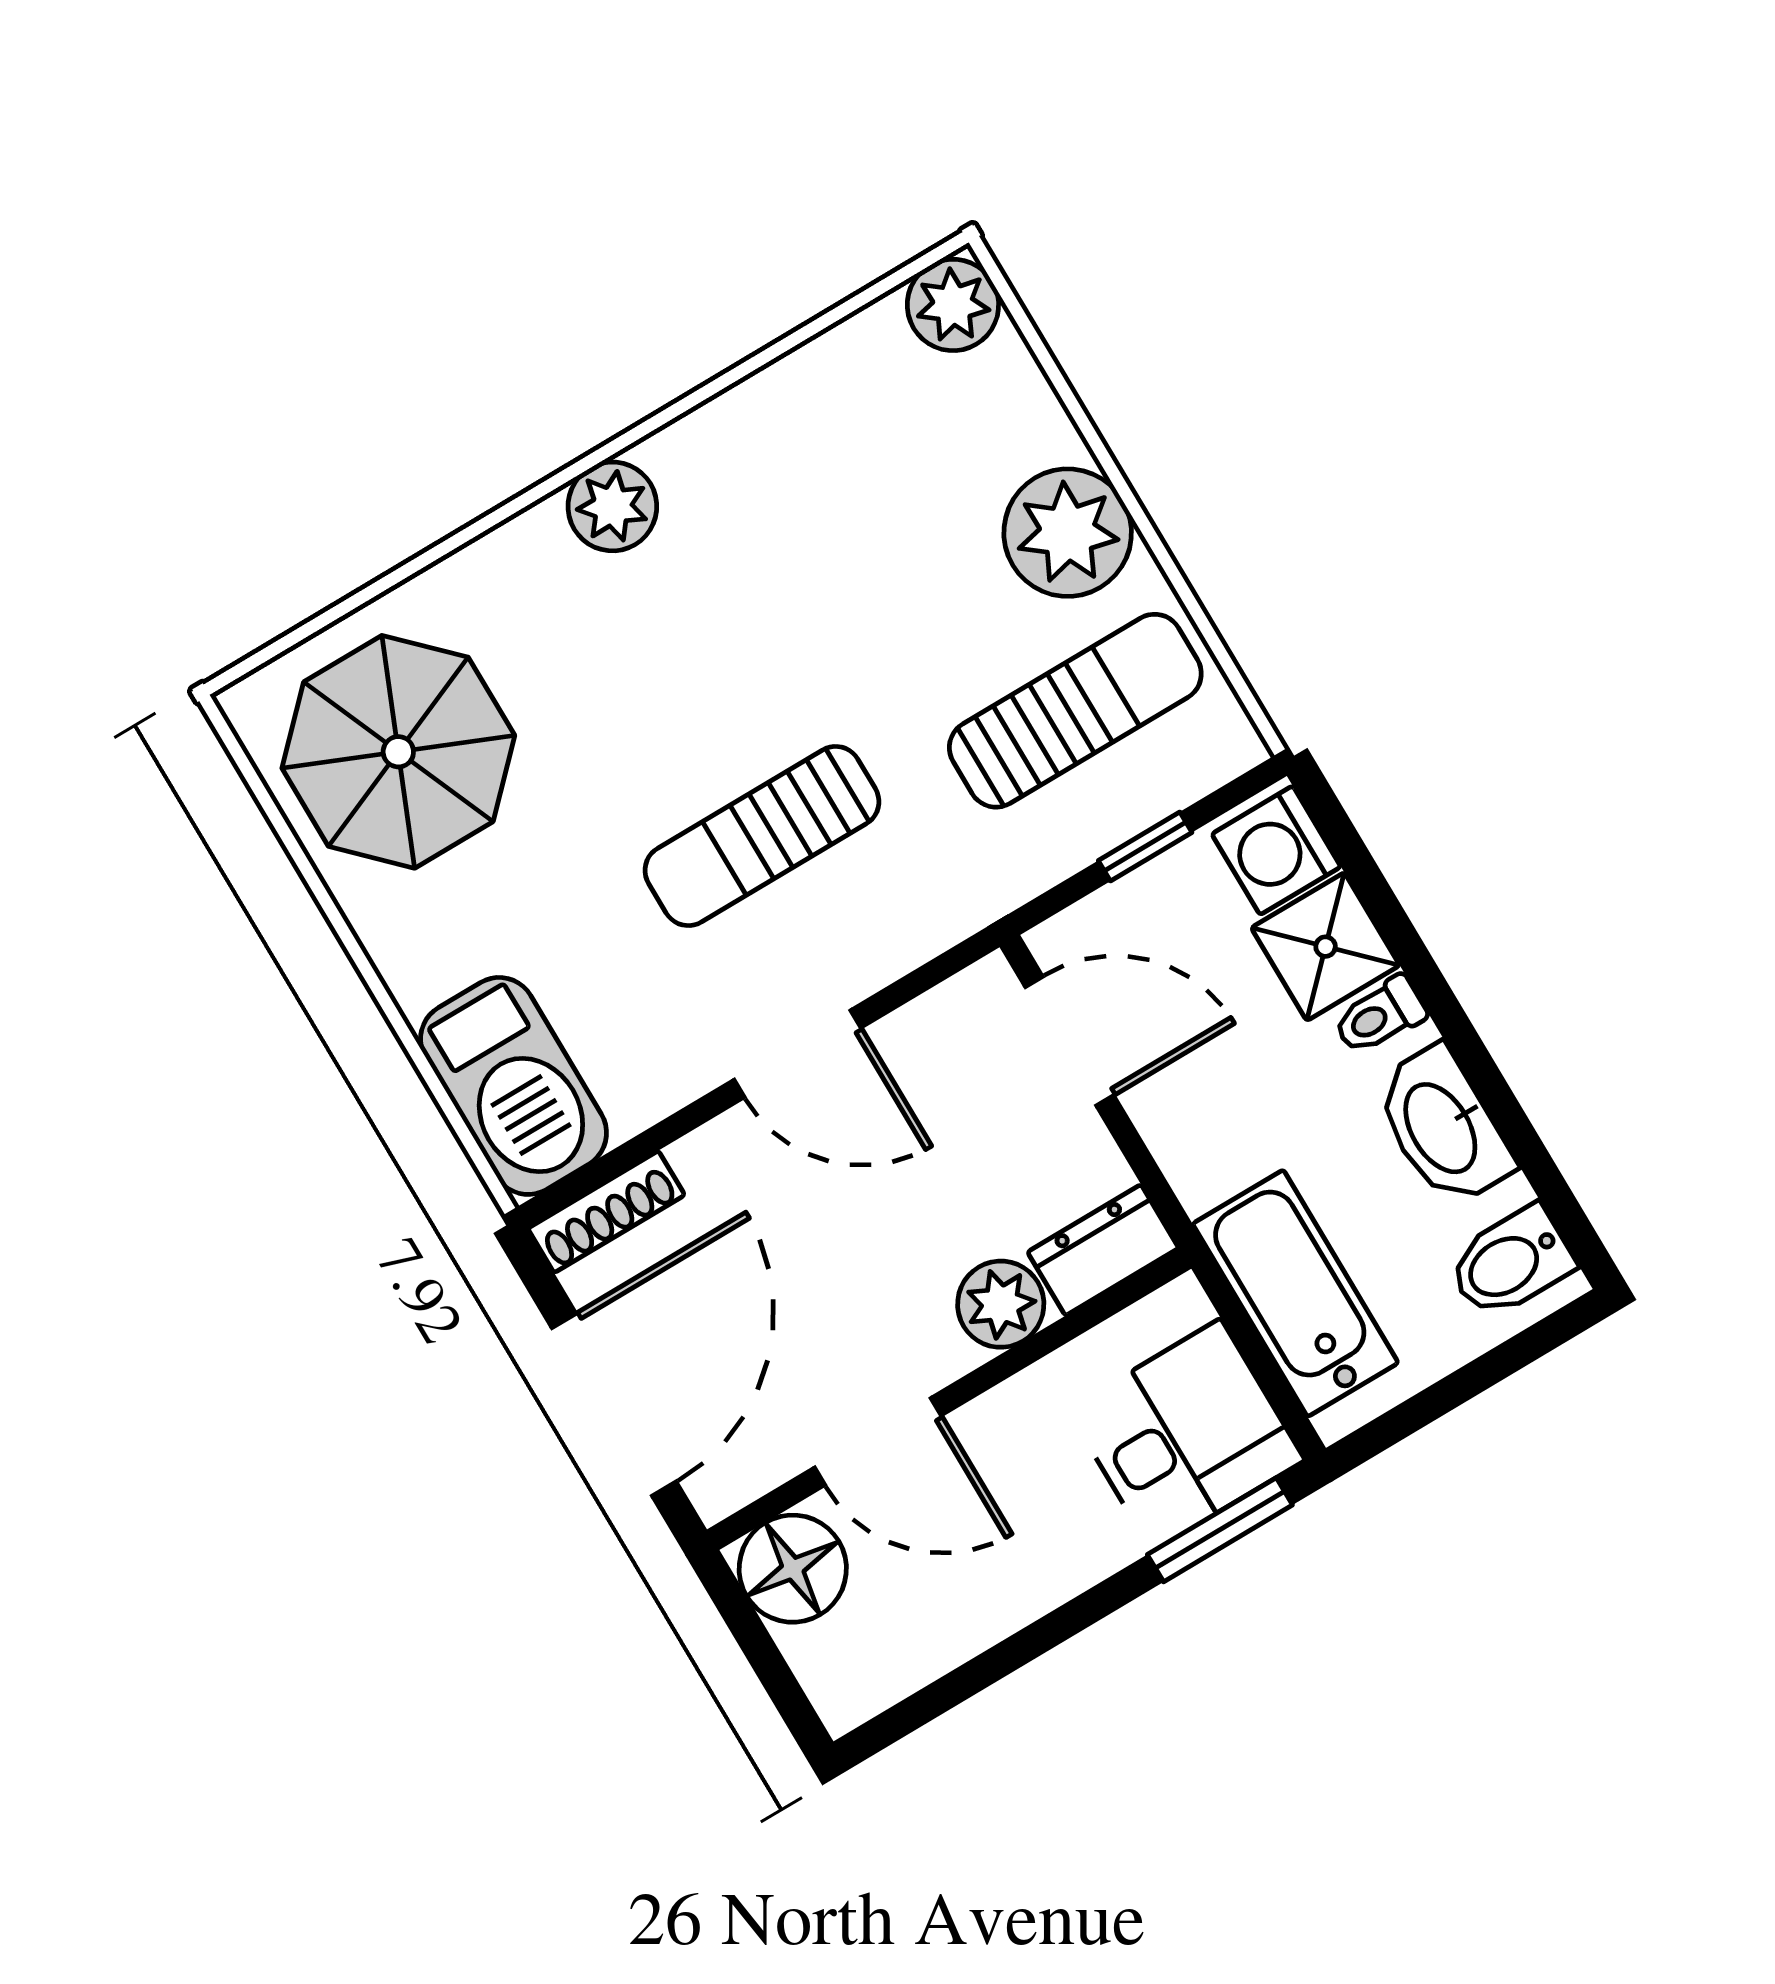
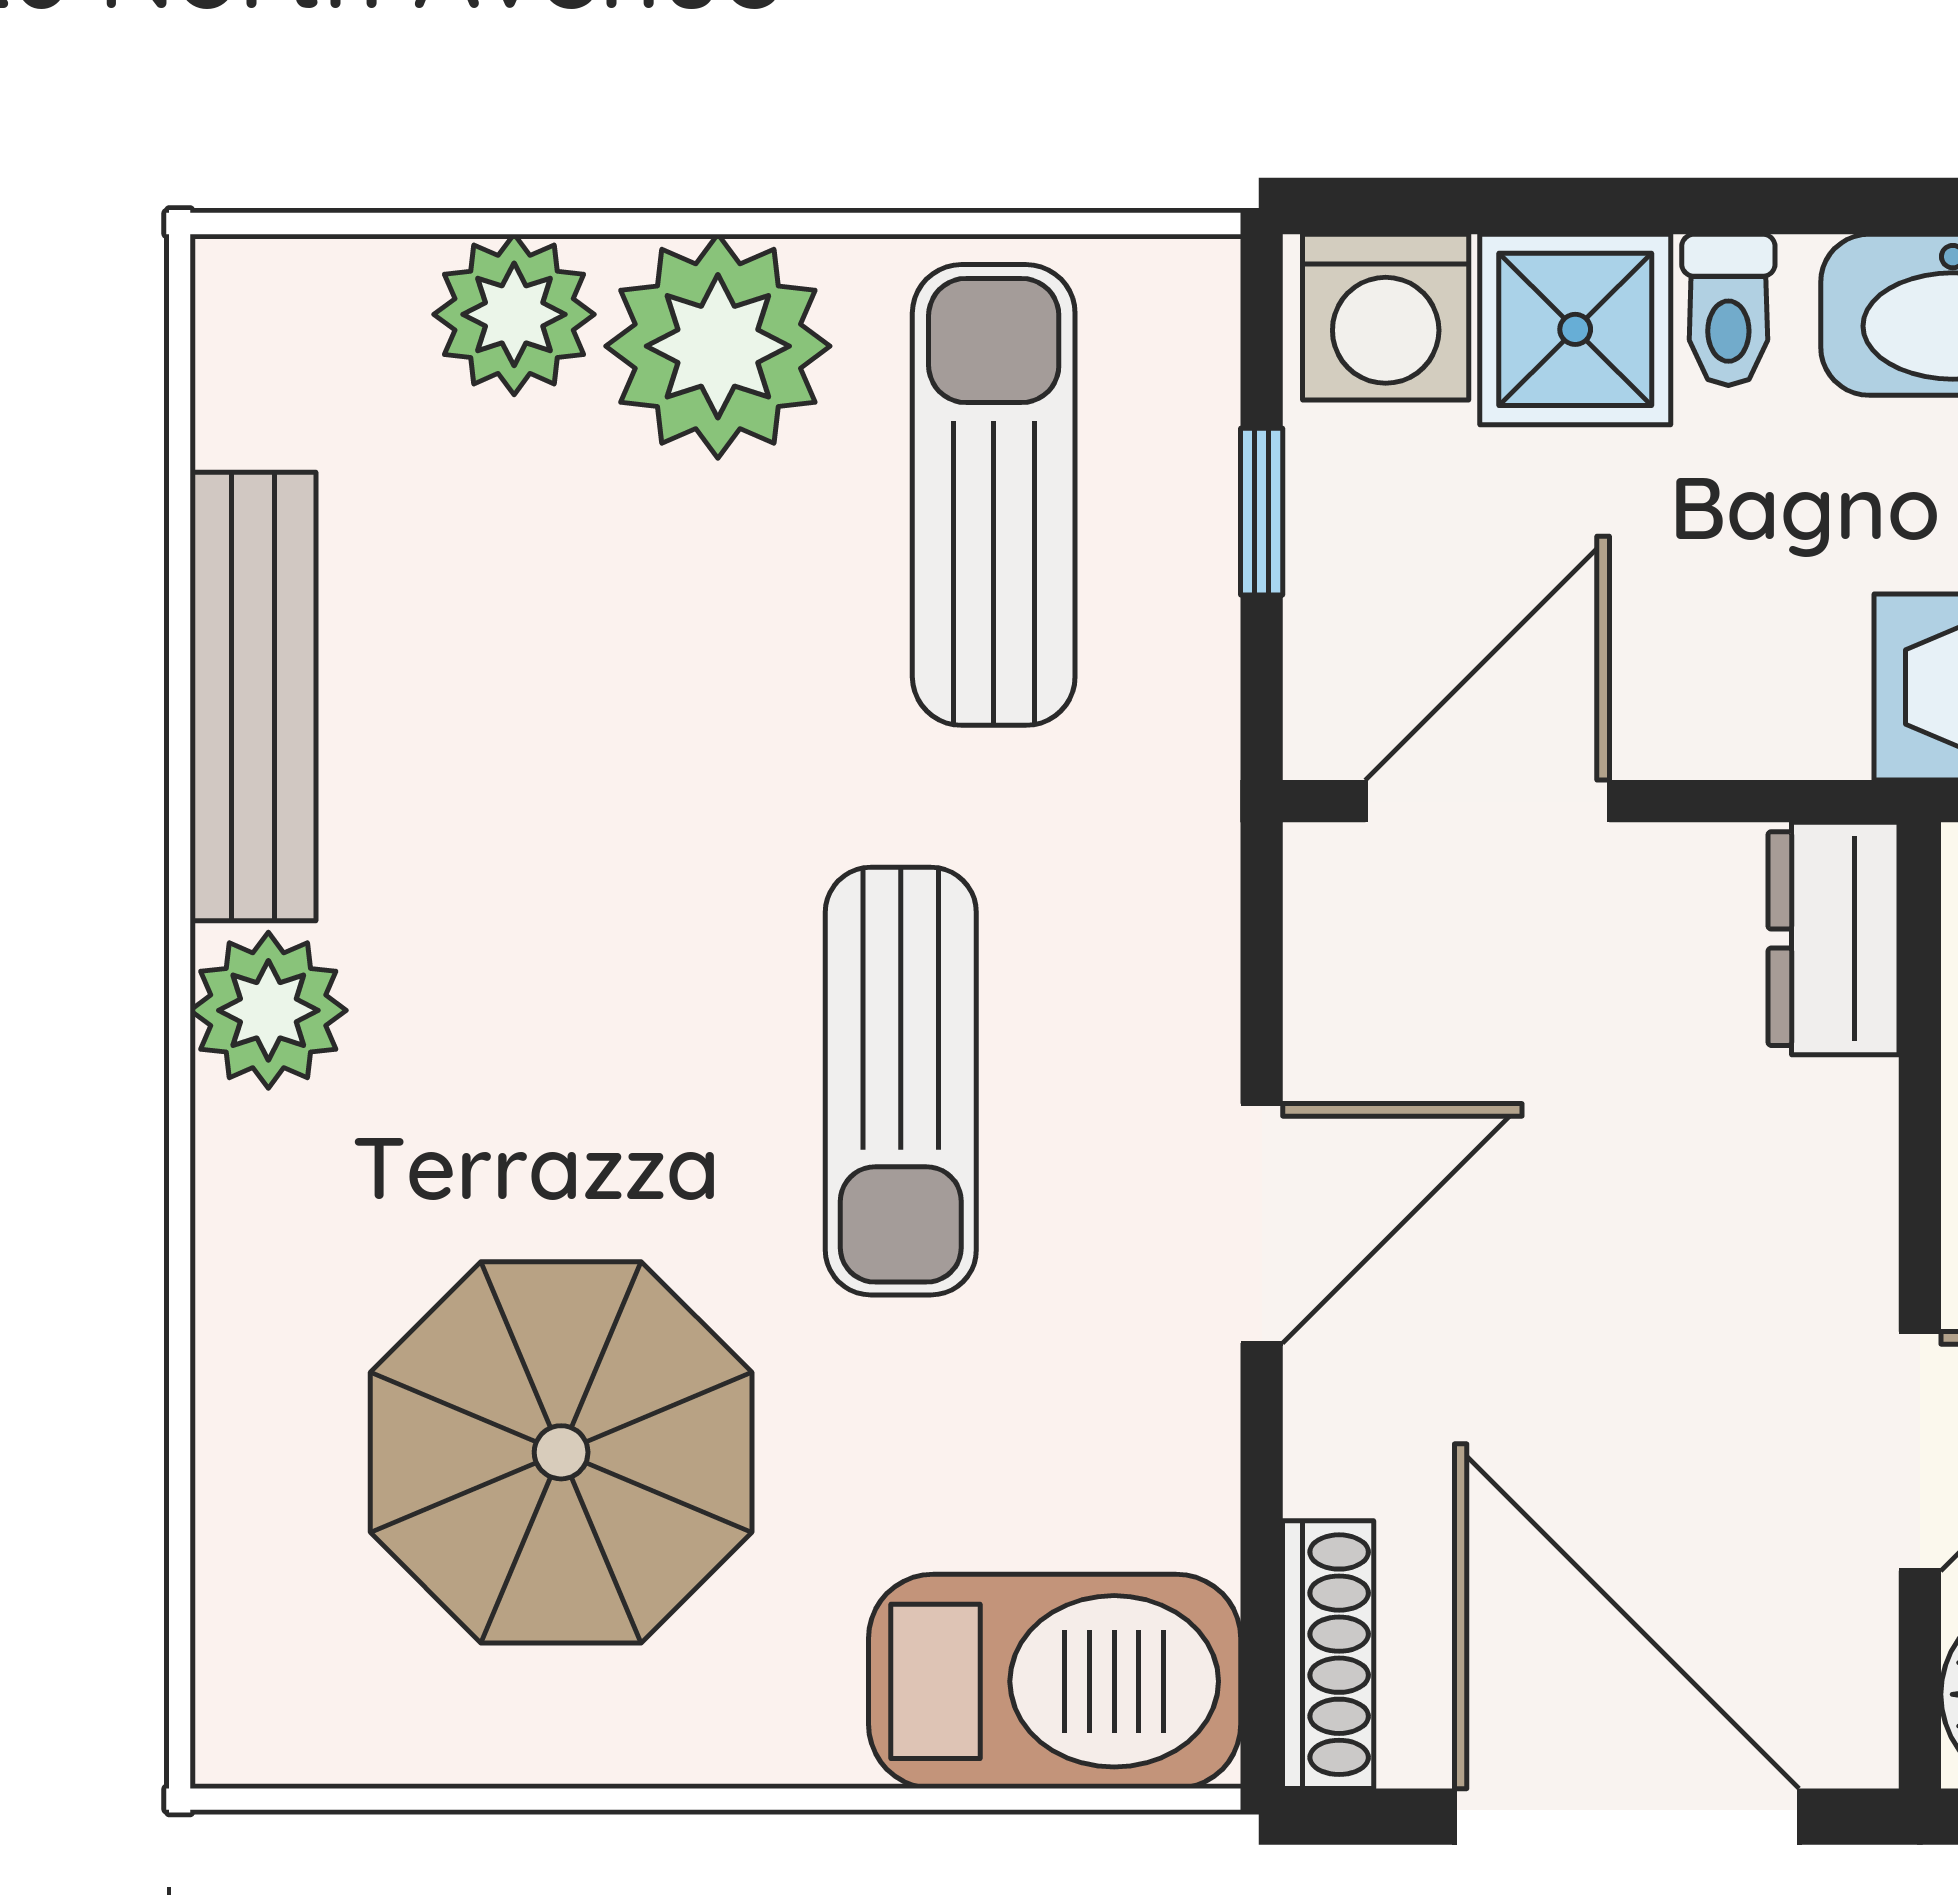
plant: (953, 305) -> (514, 314), moved
bench: (761, 408) -> (253, 697), added
parasol: (398, 752) -> (561, 1452), moved
plant: (1001, 1304) -> (1823, 1142), removed

